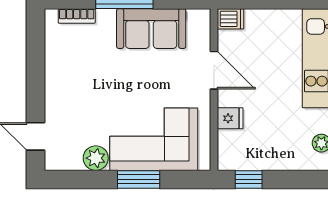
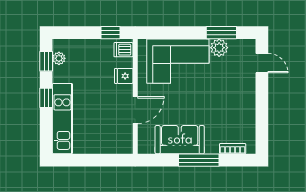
dishwasher: (231, 19) -> (123, 50), moved
door: (214, 70) -> (135, 110), swing flipped
window: (139, 179) -> (221, 33), moved

